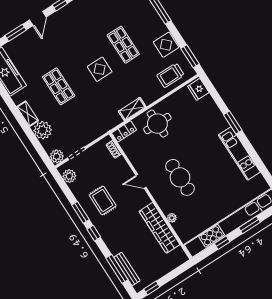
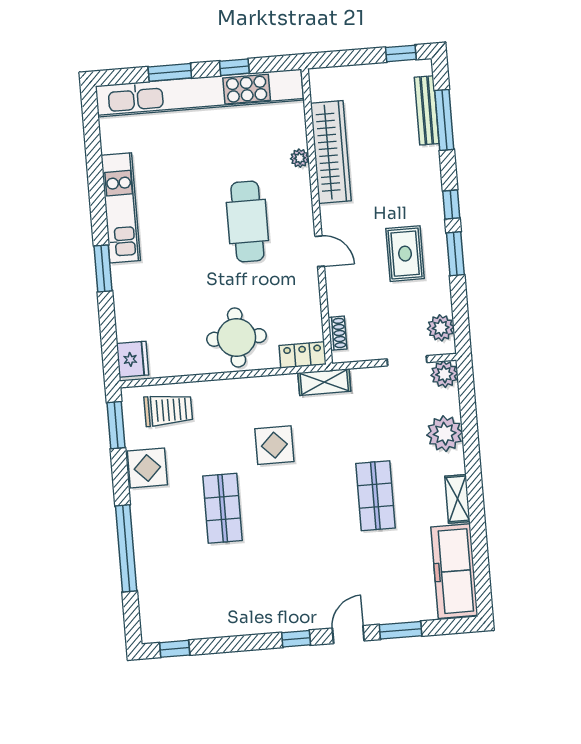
display table: (100, 69) -> (274, 445), moved
shelving: (132, 109) -> (324, 382), moved
shelving: (28, 114) -> (457, 499), moved

